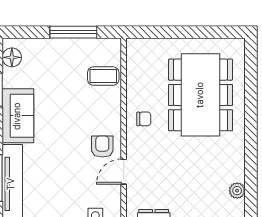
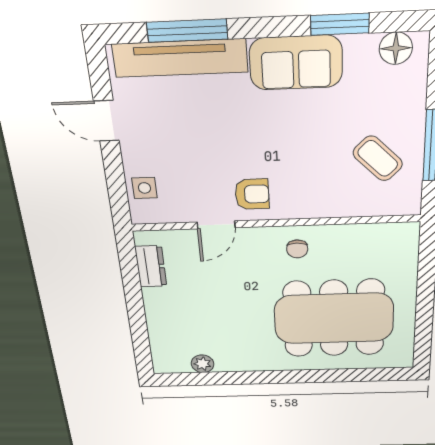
coffee table: (103, 76) -> (378, 158), moved, turned -45
door: (124, 172) -> (216, 225), swing flipped

